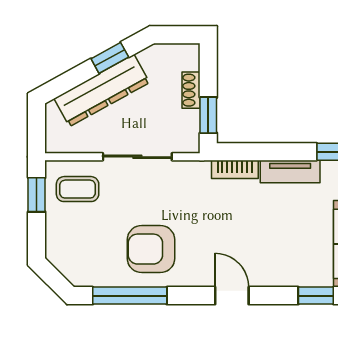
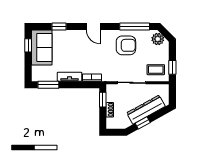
plant: (73, 265) -> (158, 39), added

